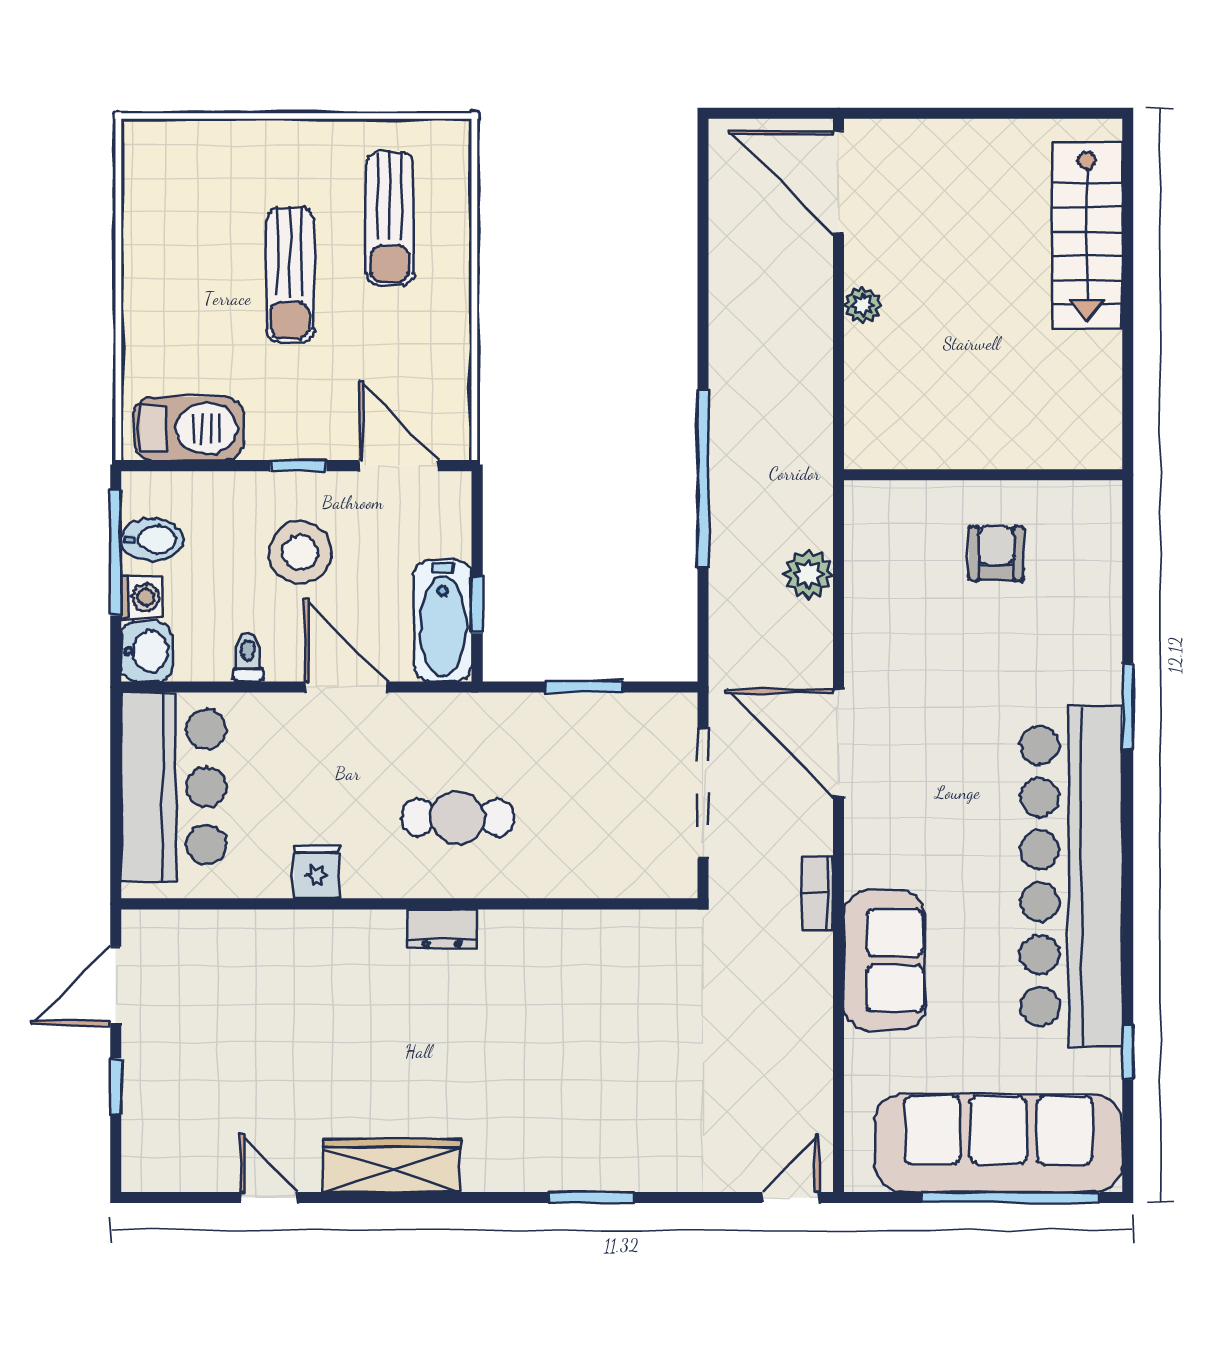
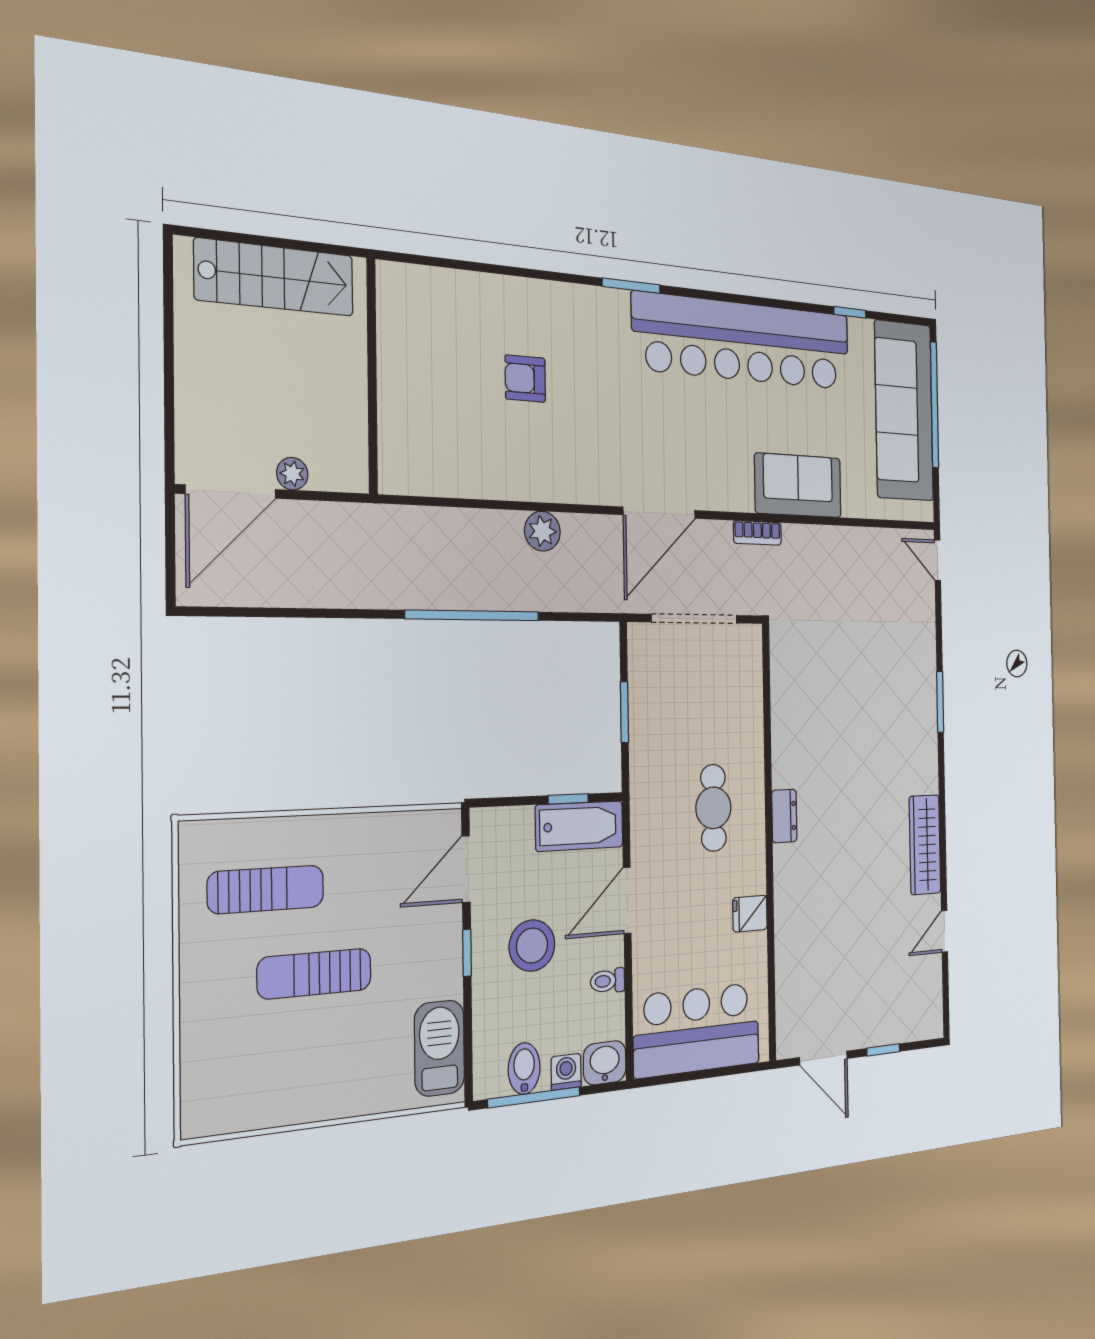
sun lounger: (290, 275) -> (315, 974), turned 180
plant: (863, 305) -> (292, 474), moved
wall: (983, 475) -> (372, 376), moved

